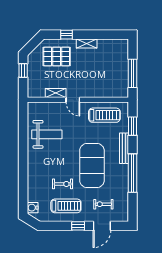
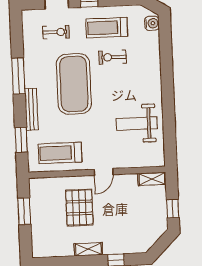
pallet: (57, 57) -> (79, 208), moved, turned 90
window: (132, 73) -> (24, 211), width x0.69
shelving: (56, 93) -> (152, 179), moved
door: (73, 100) -> (104, 172), swing flipped
window: (132, 173) -> (18, 76), width x0.68

